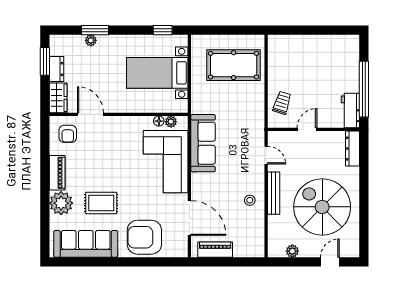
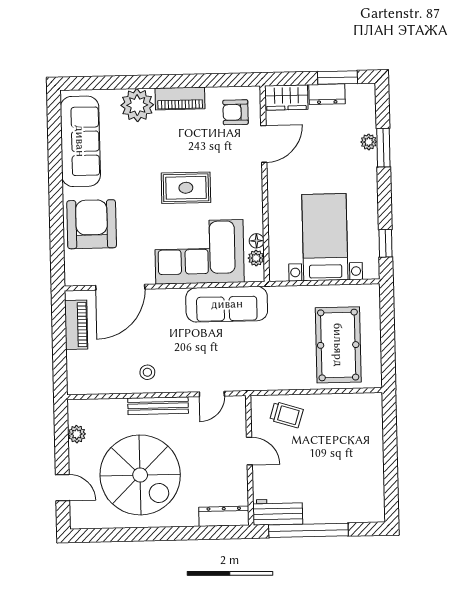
rug: (101, 203) -> (186, 188), moved, turned 90
spiral stairs: (322, 207) -> (140, 475), turned 90

